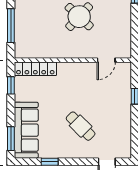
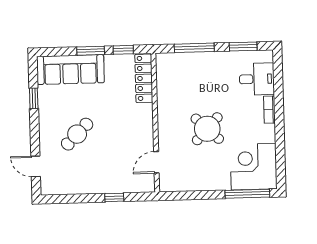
door: (106, 60) -> (156, 162), hinge flipped
window: (11, 139) -> (91, 51), moved

